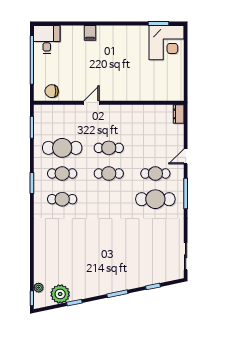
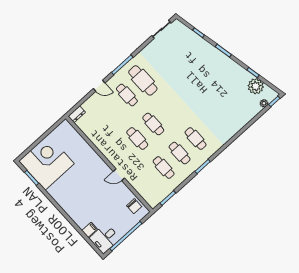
filing cabinet: (90, 33) -> (89, 230), moved
corner desk: (166, 43) -> (46, 162), width x1.36, depth x1.36
cafe table: (62, 148) -> (164, 168), width x0.73, depth x0.74

